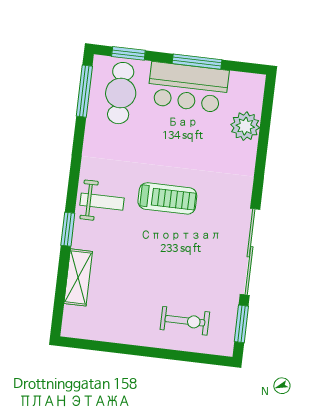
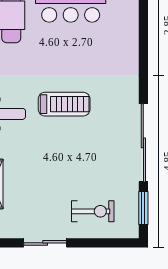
plant: (245, 126) -> (126, 31), removed
sliding door: (128, 349) -> (45, 243), added

